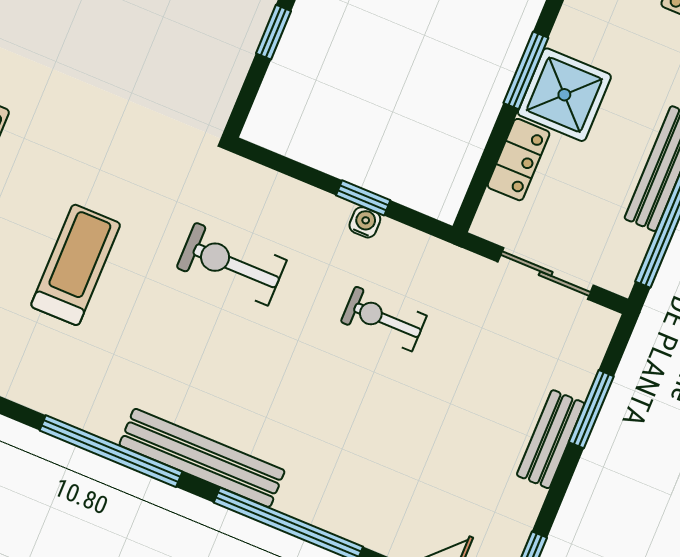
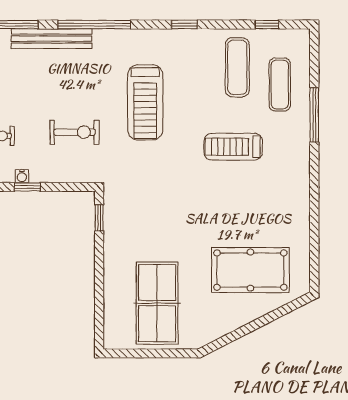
window: (273, 32) -> (99, 218), moved
treadmill: (76, 265) -> (145, 102), width x1.37, depth x1.38

